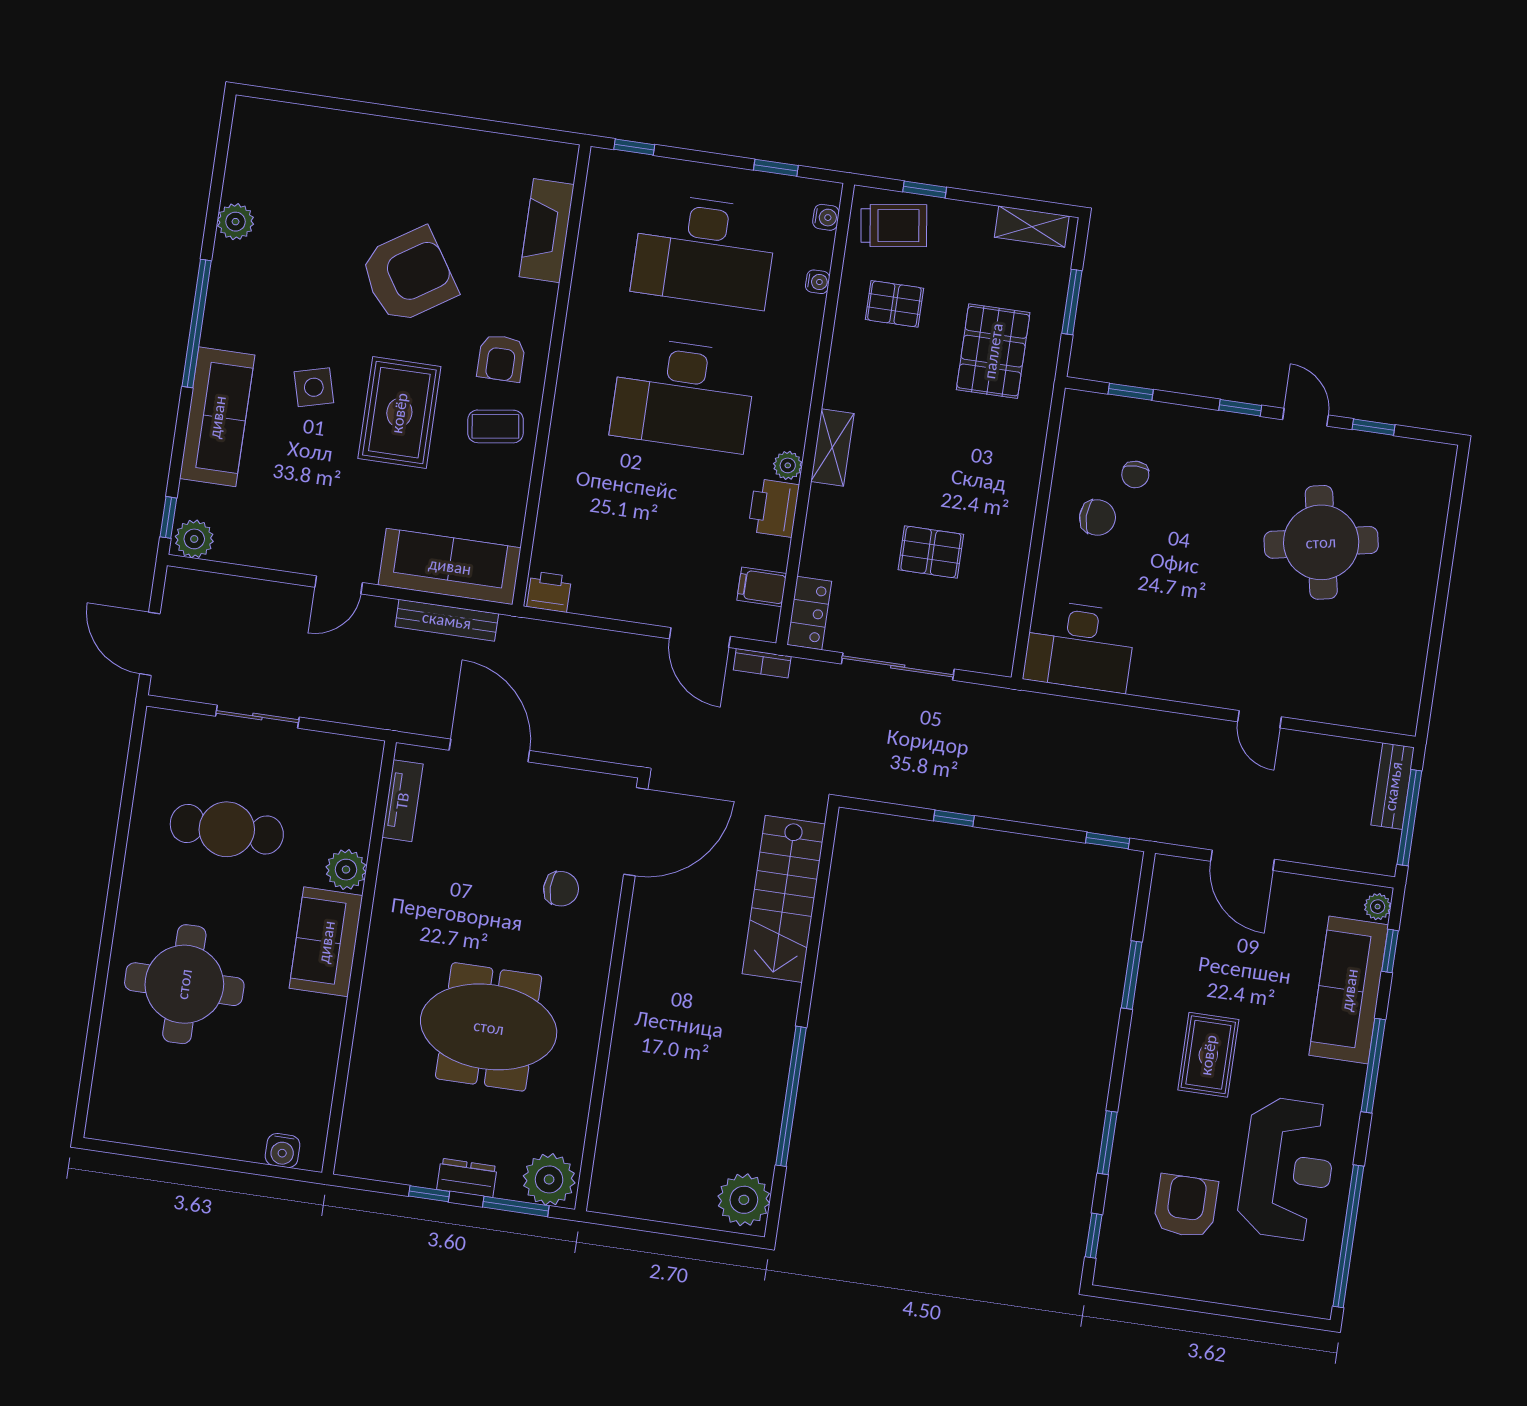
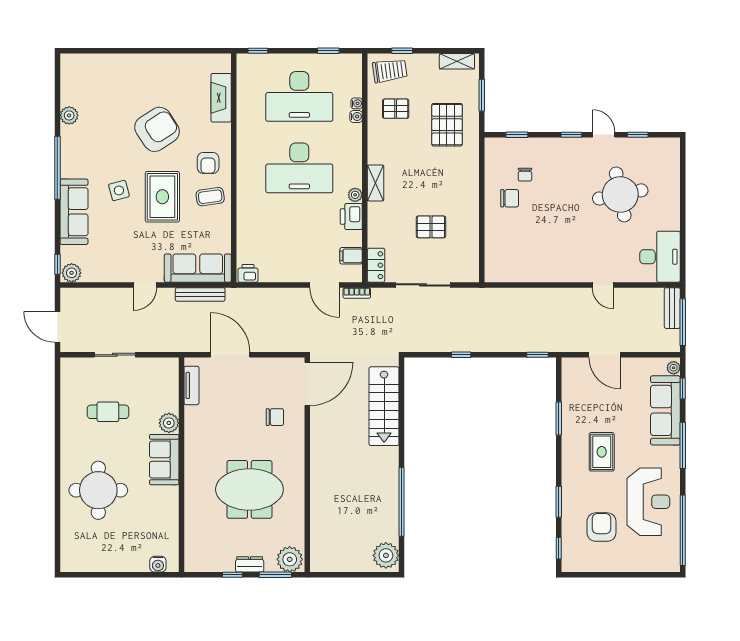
water cooler: (826, 217) -> (356, 116), moved
desk: (1080, 646) -> (660, 257), moved, turned -90
cafe table: (227, 829) -> (108, 412), width x0.73, depth x0.74

